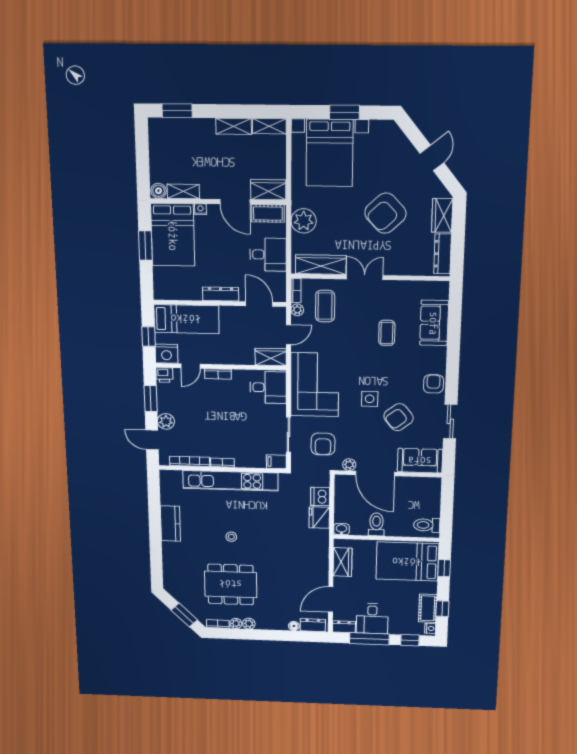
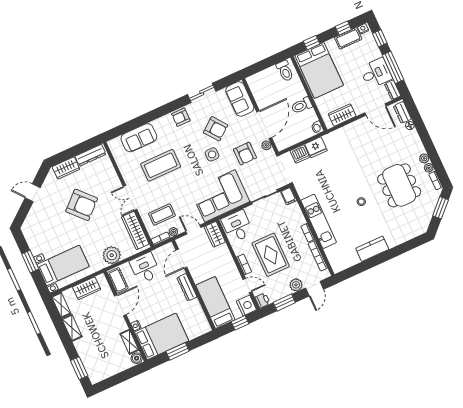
bed with nightstands: (330, 153) -> (63, 265), width x0.73
wardrobe: (268, 190) -> (87, 288), moved, turned -90
coffee table: (387, 333) -> (161, 165), width x1.86, depth x1.72
rug: (215, 410) -> (271, 255), added
armchair: (323, 444) -> (245, 154), moved, turned 90
kitchen unit: (230, 481) -> (319, 221), width x0.73

